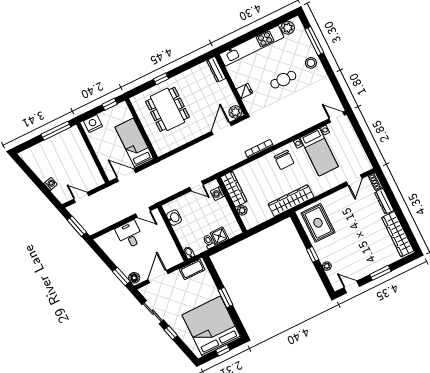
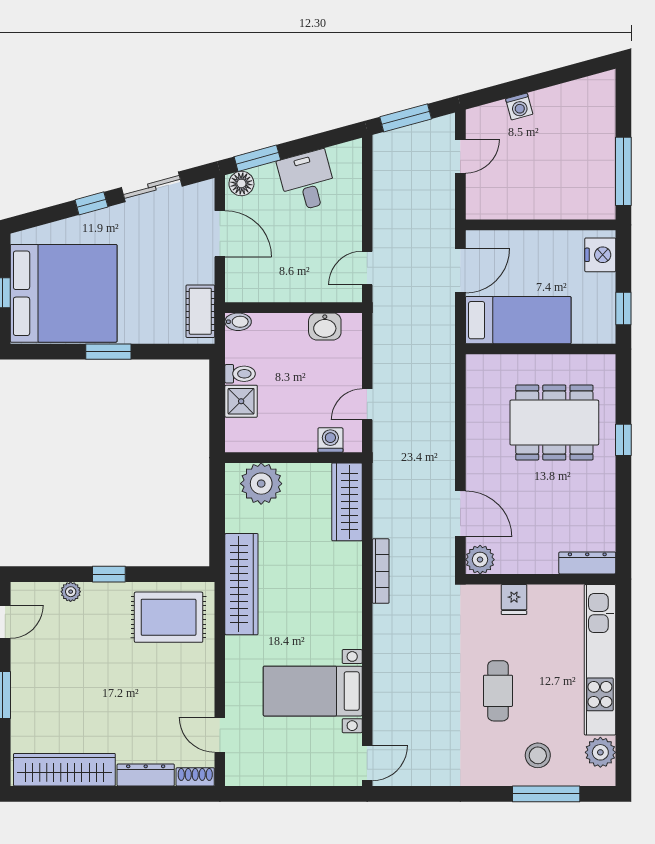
stool: (311, 63) -> (538, 755), moved
chair: (284, 160) -> (332, 611), removed
wardrobe: (234, 189) -> (347, 502), moved, turned 90
plant: (242, 210) -> (261, 484), width x1.88, depth x1.88
desk: (129, 235) -> (307, 181), moved, turned -105

